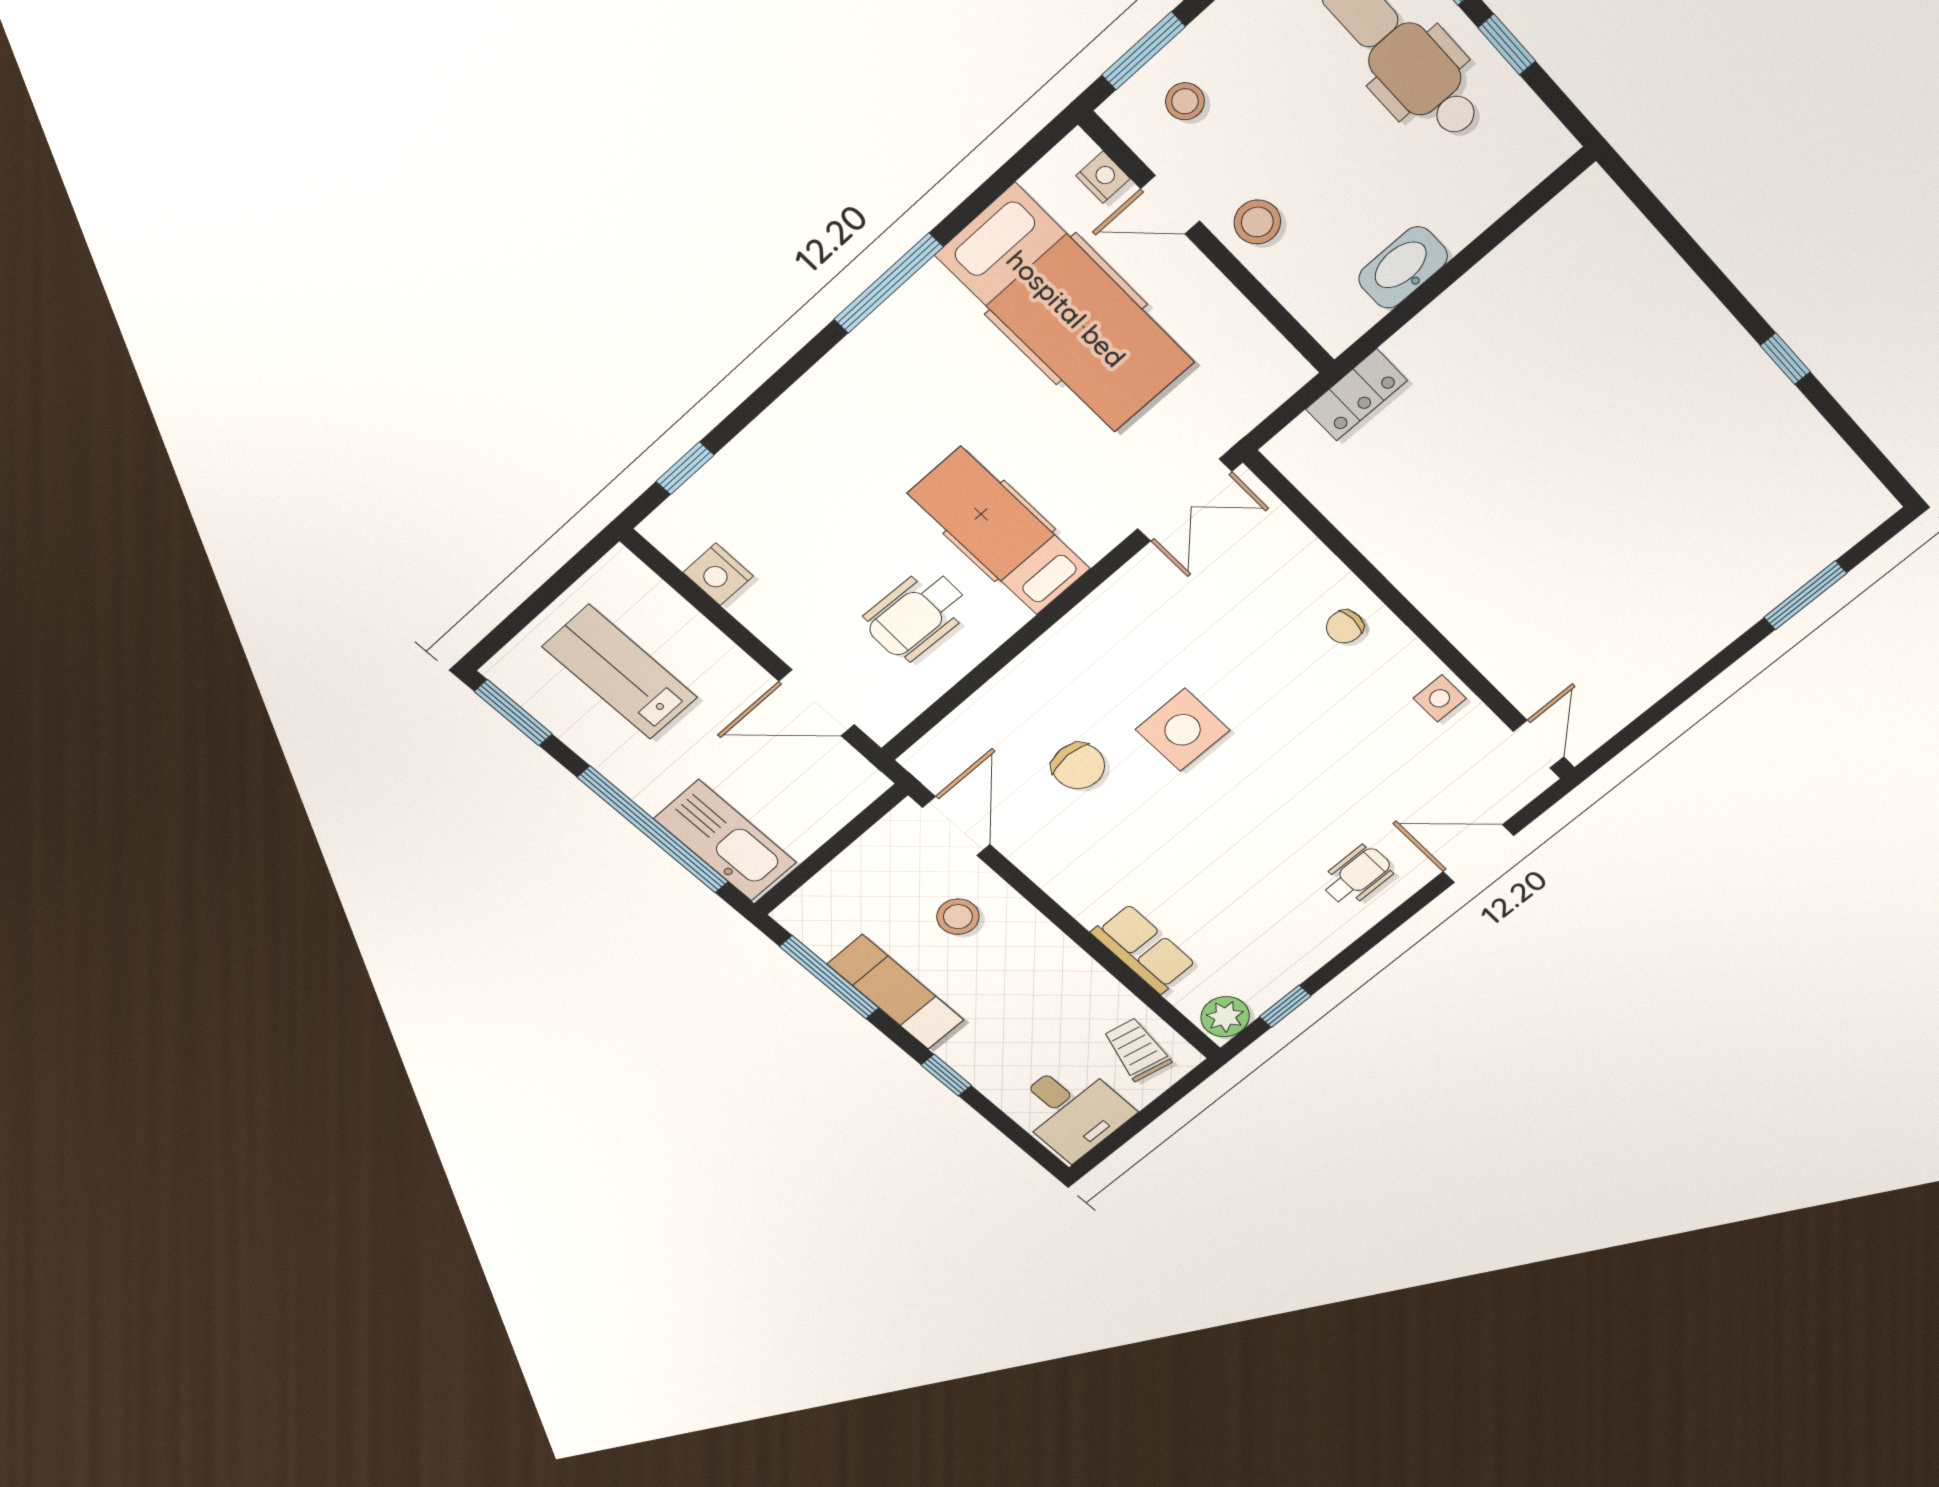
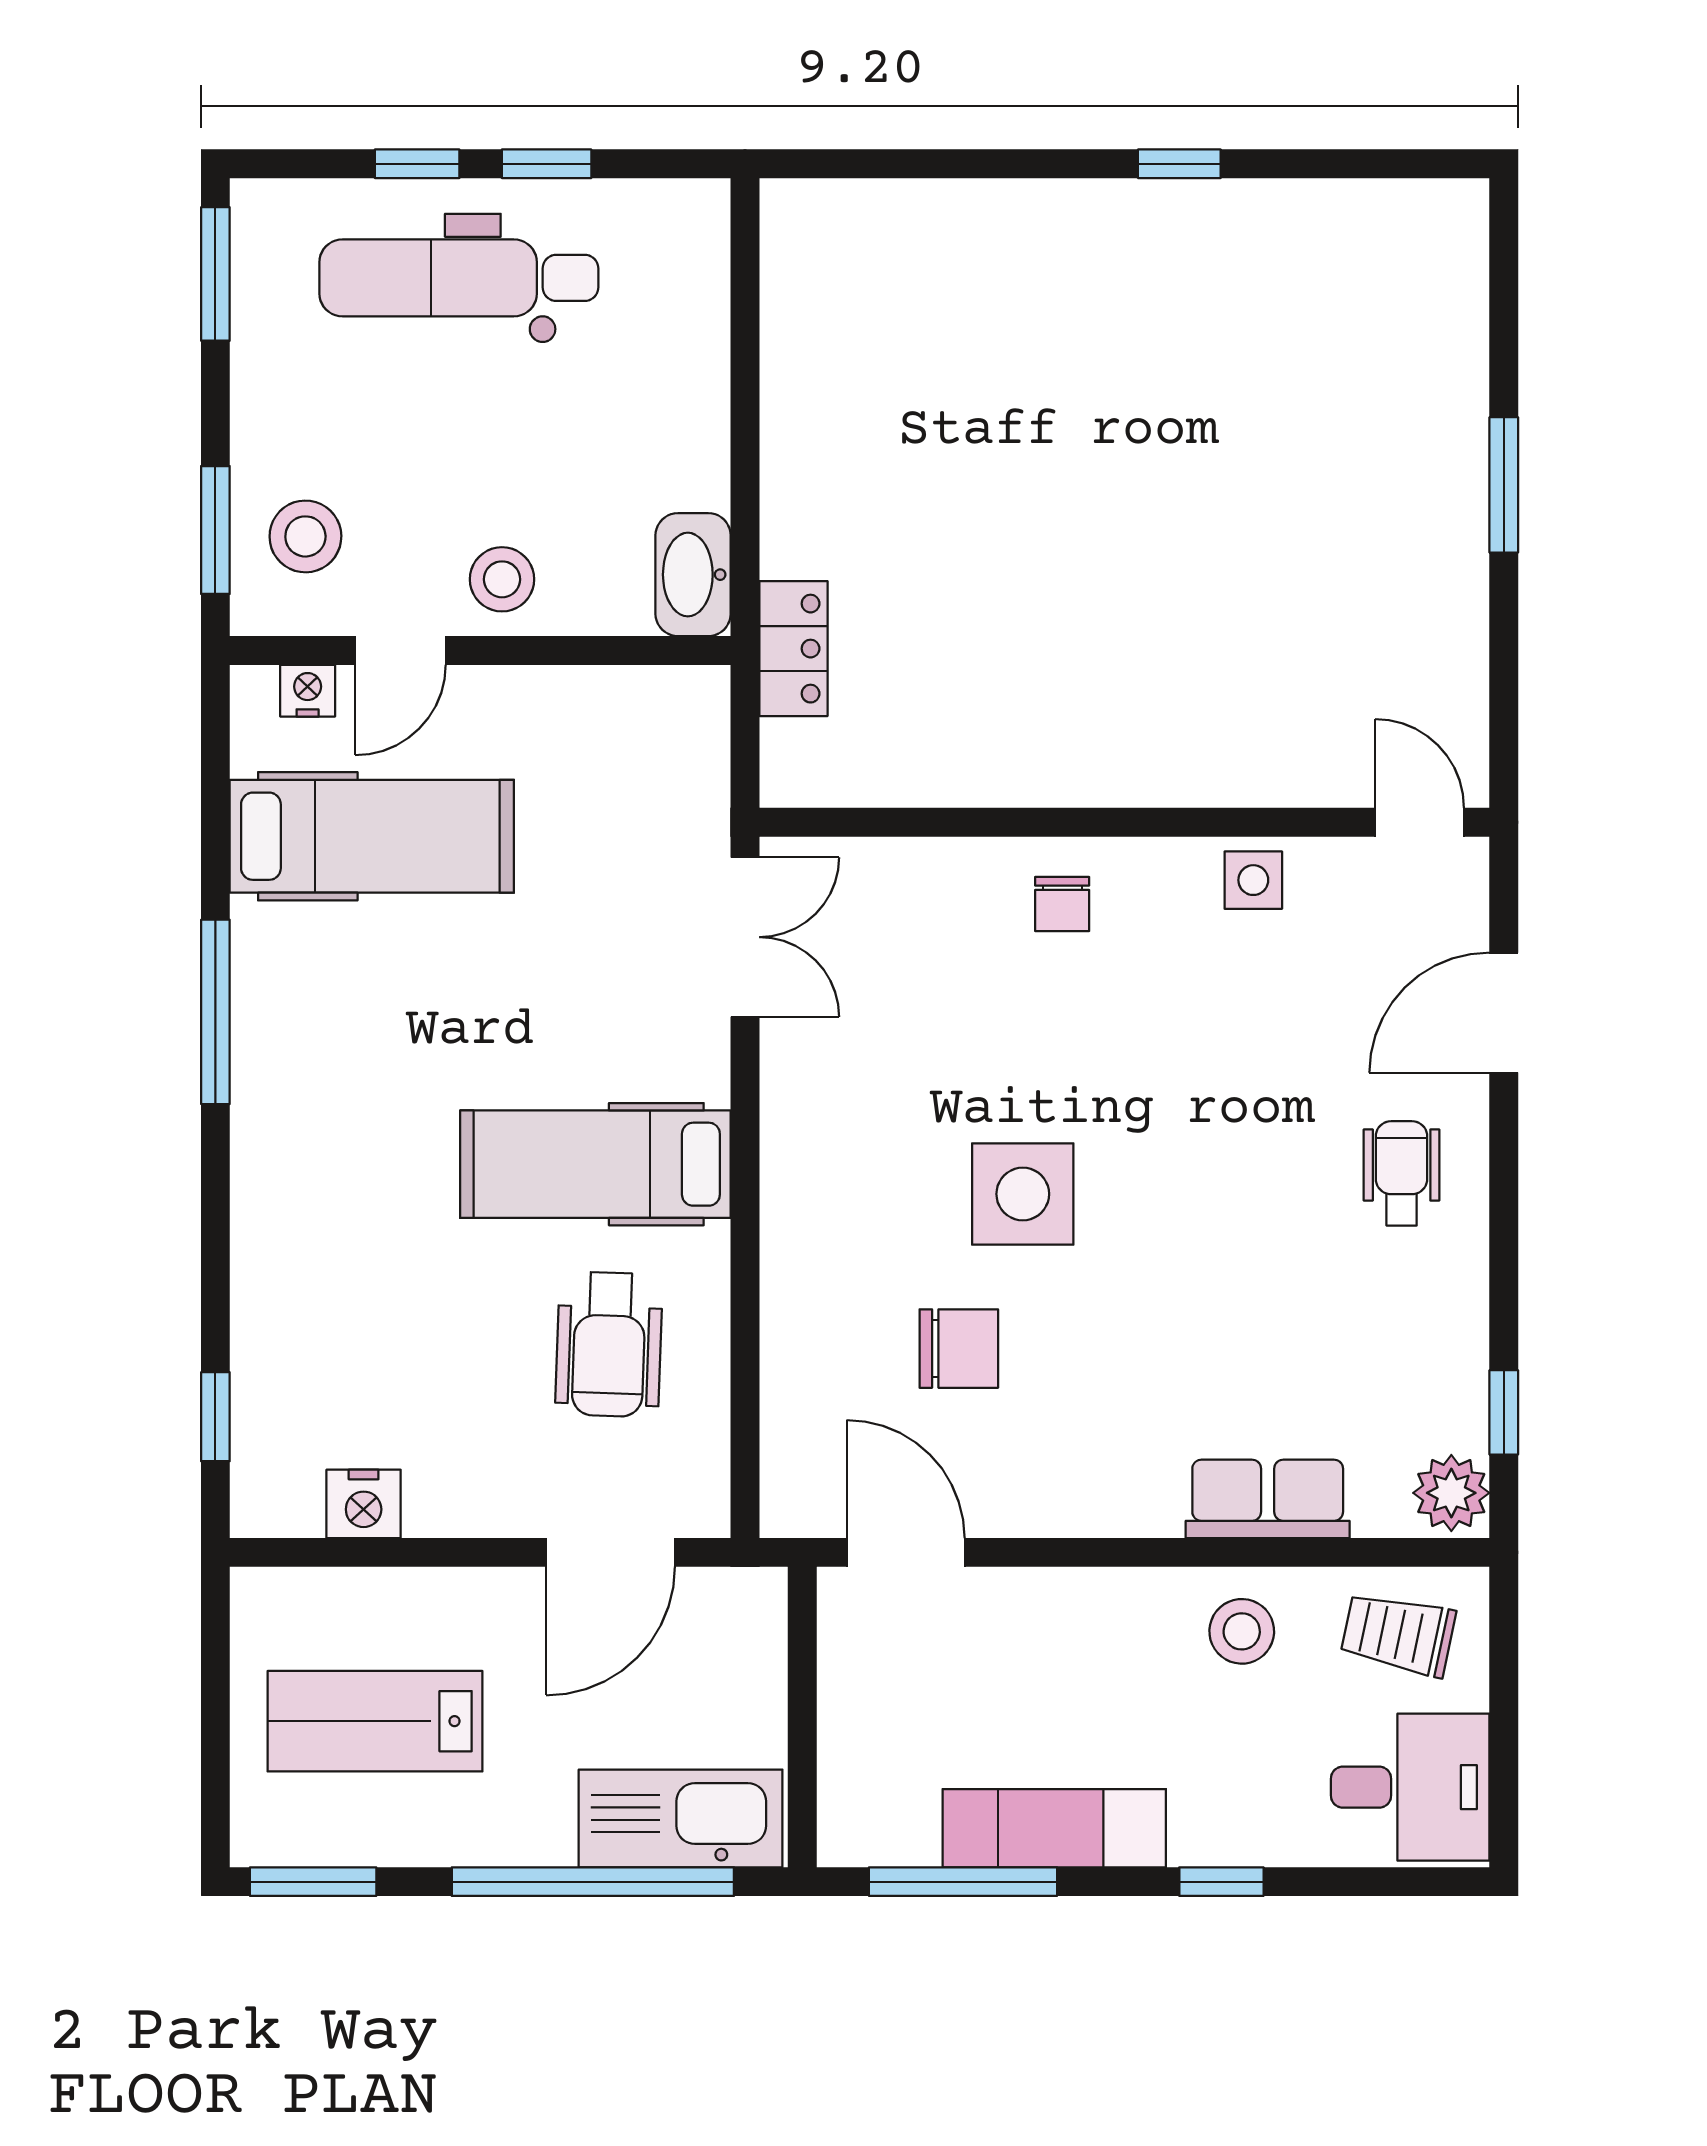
stool: (1185, 101) -> (305, 536), width x1.37, depth x1.37
washbasin: (1403, 267) -> (693, 575), moved
hospital bed: (1066, 309) -> (372, 836), width x0.73, depth x0.78
window: (1805, 595) -> (1504, 485), moved
stool: (958, 917) -> (1242, 1631), moved

